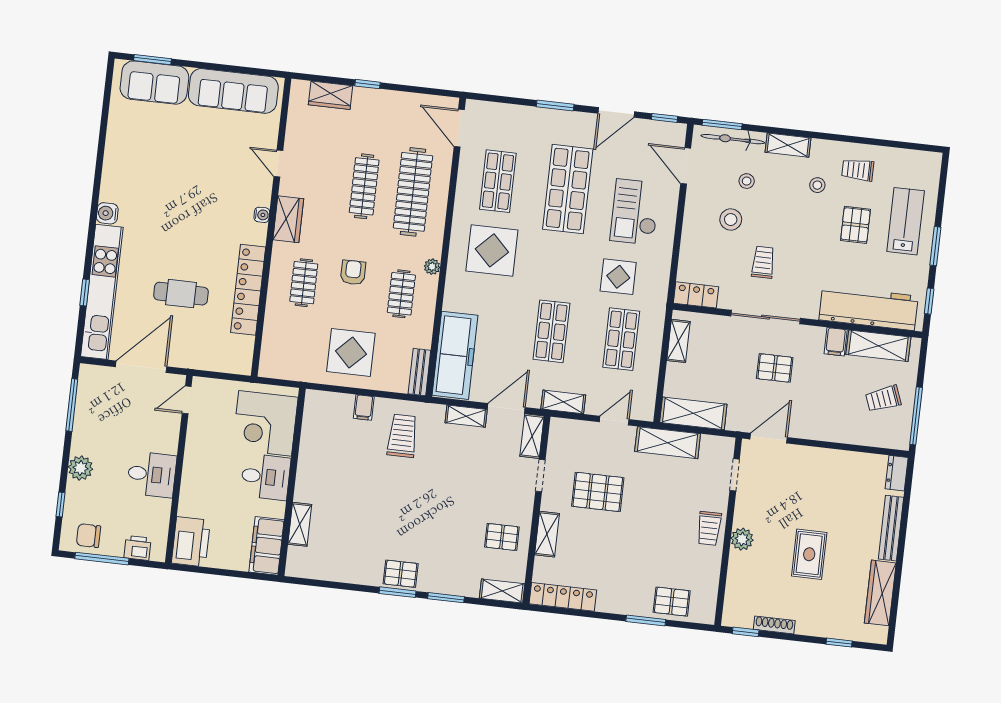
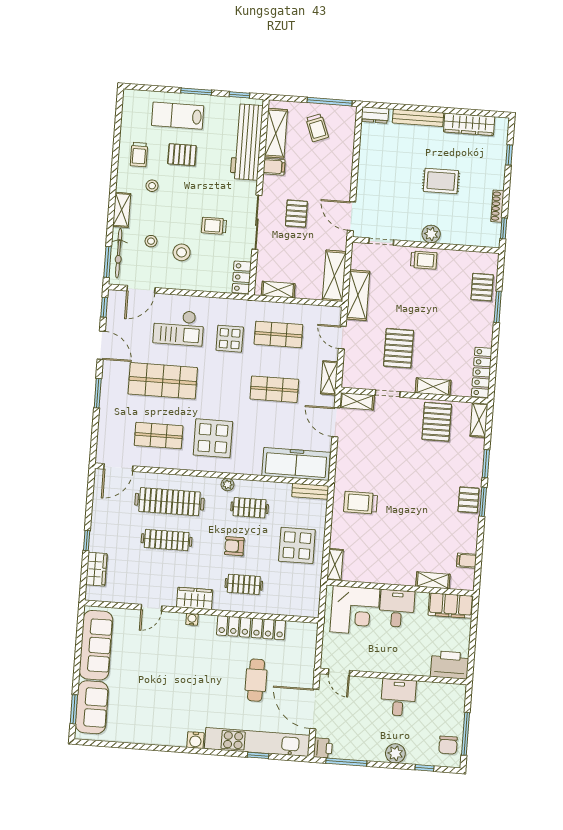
filing cabinet: (364, 407) -> (467, 561), moved, turned 180
shelving: (466, 416) -> (335, 565), moved
pallet: (502, 537) -> (437, 422), width x1.50, depth x1.42
printer: (138, 548) -> (323, 748), moved, turned 180

